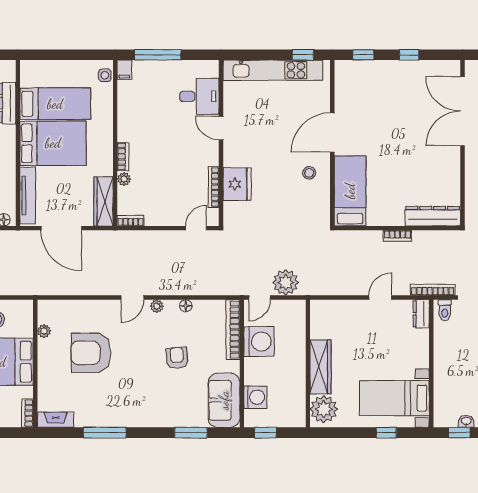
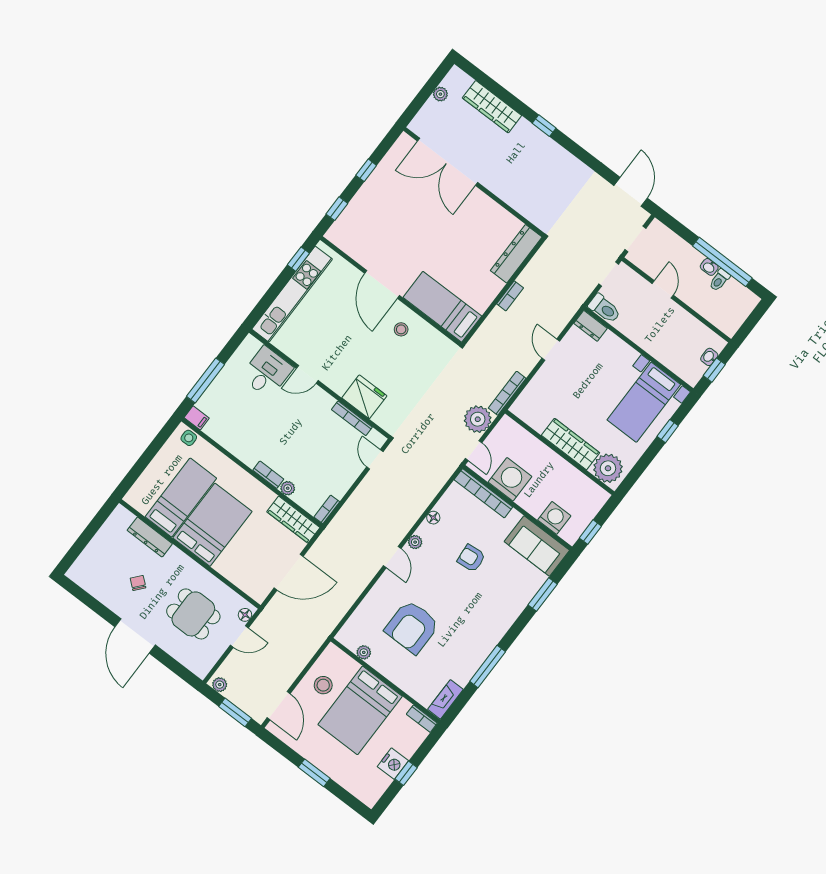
tv unit: (28, 195) -> (240, 579), removed
bookcase: (433, 290) -> (507, 393), moved
toilet: (445, 310) -> (604, 309), width x1.37, depth x1.39

